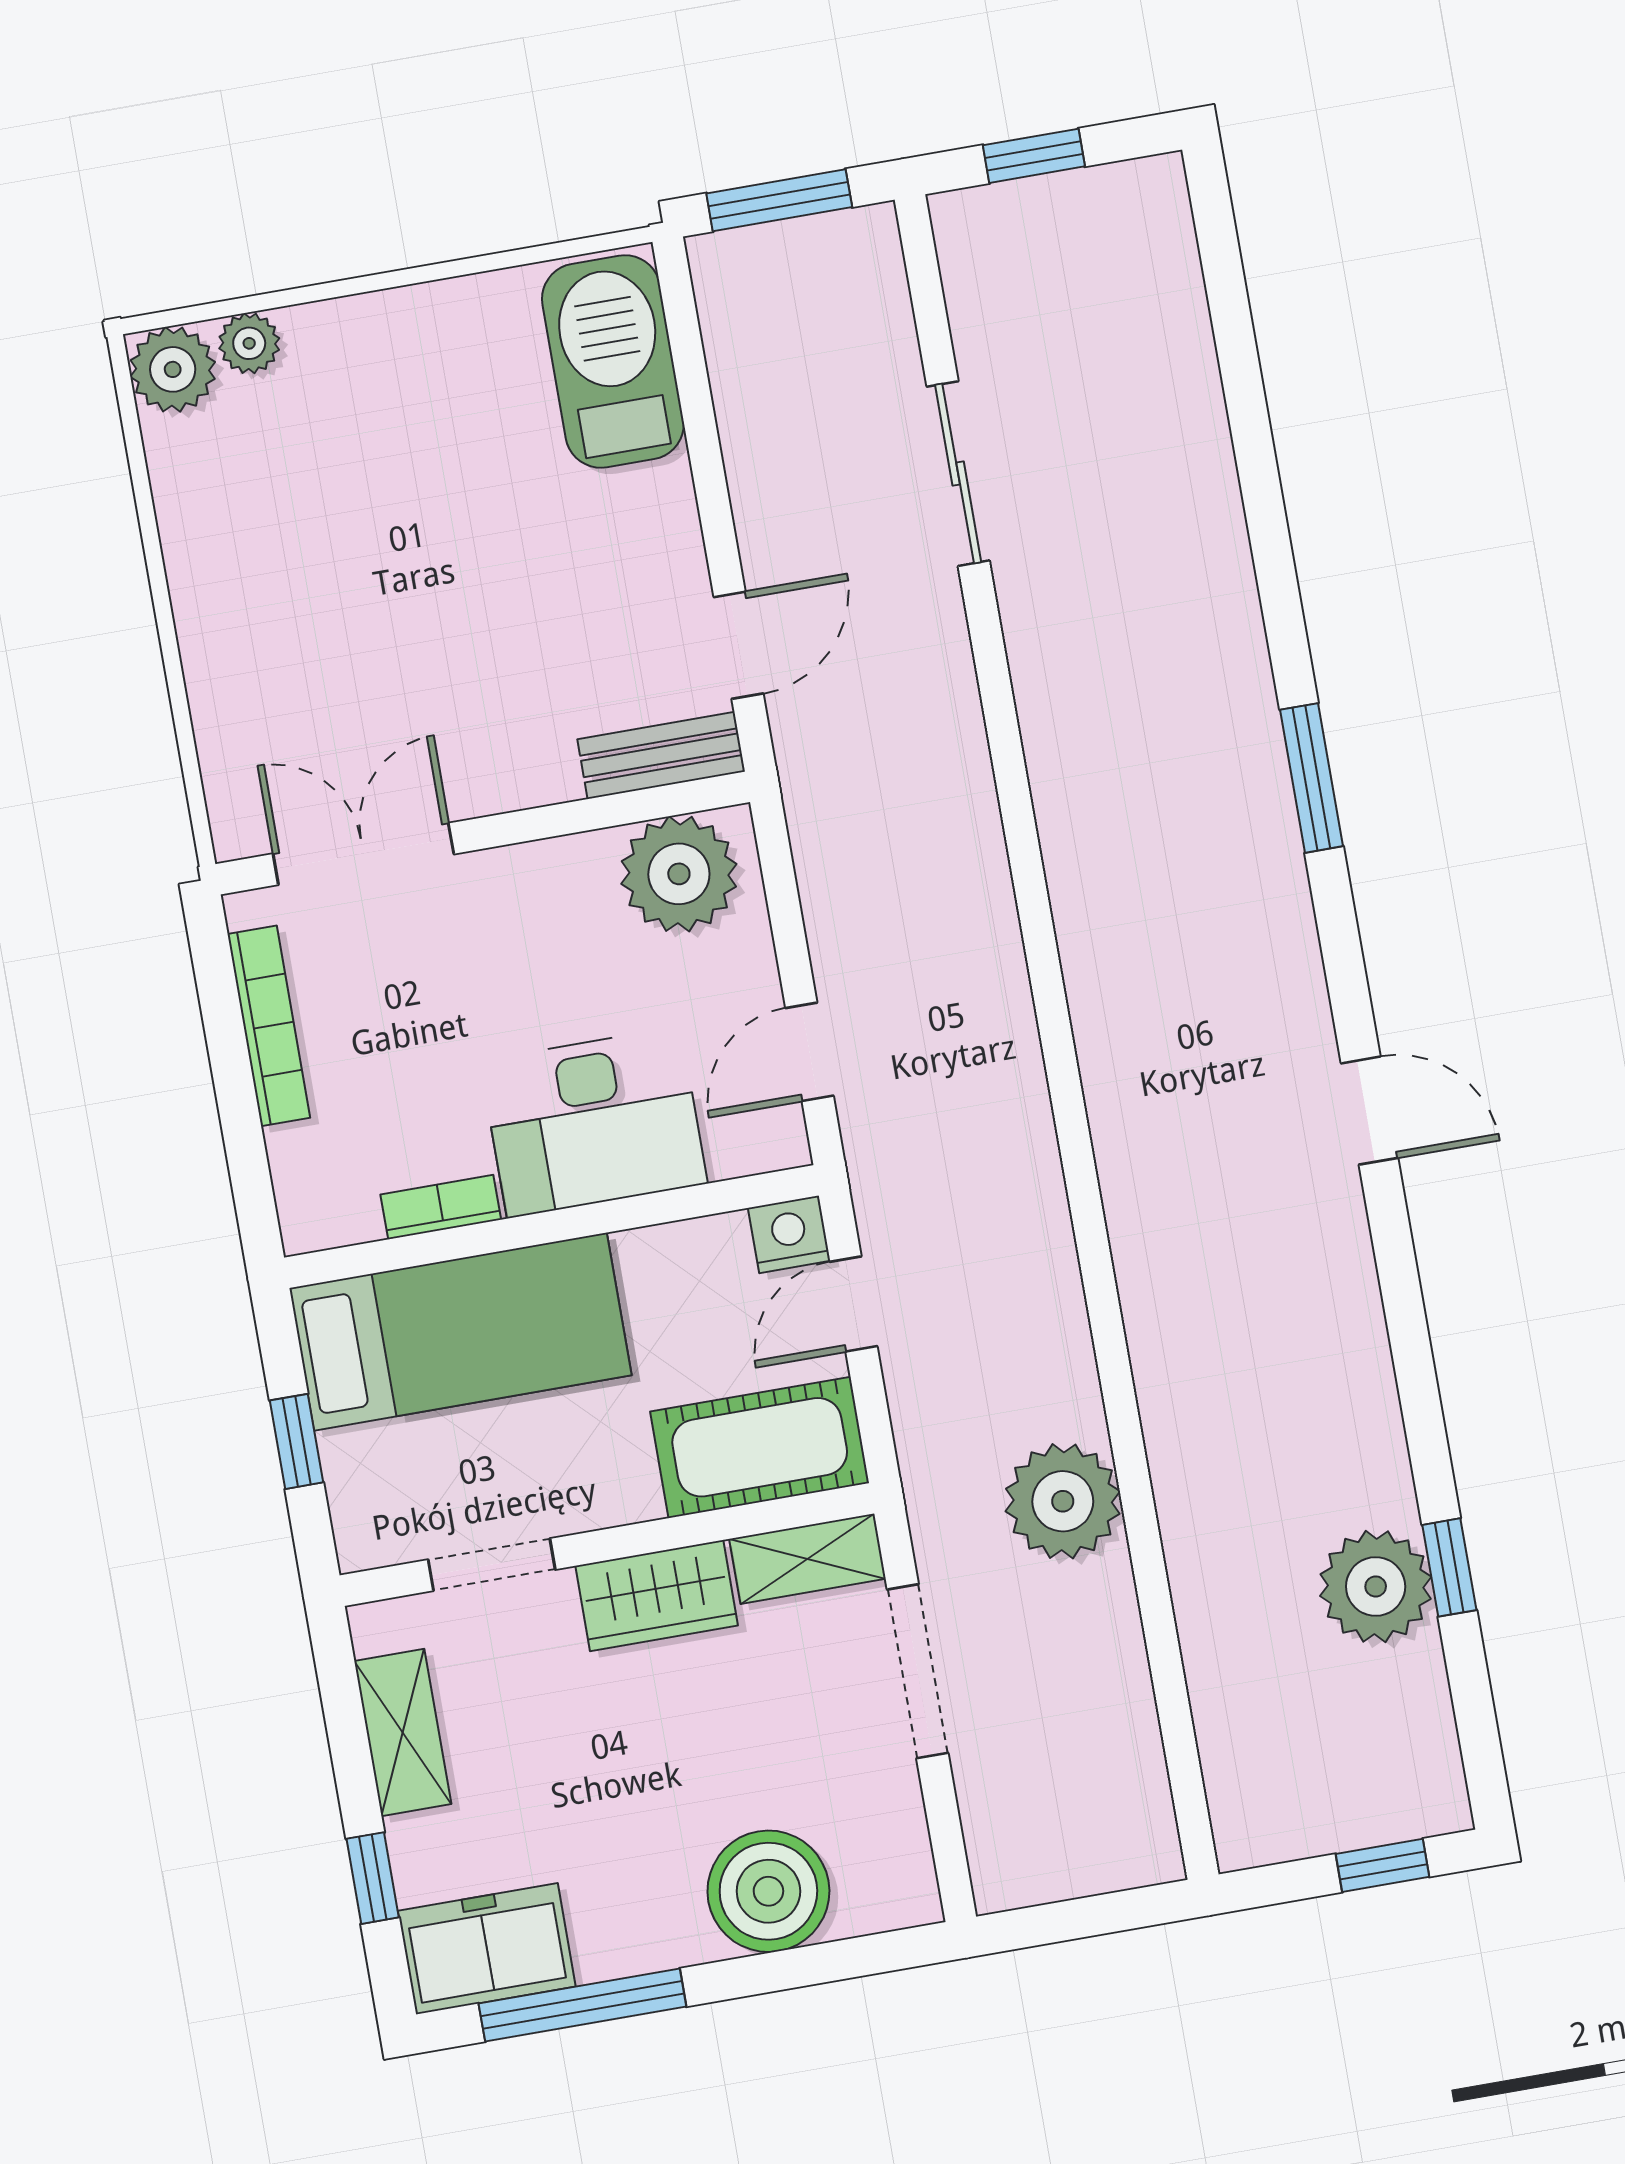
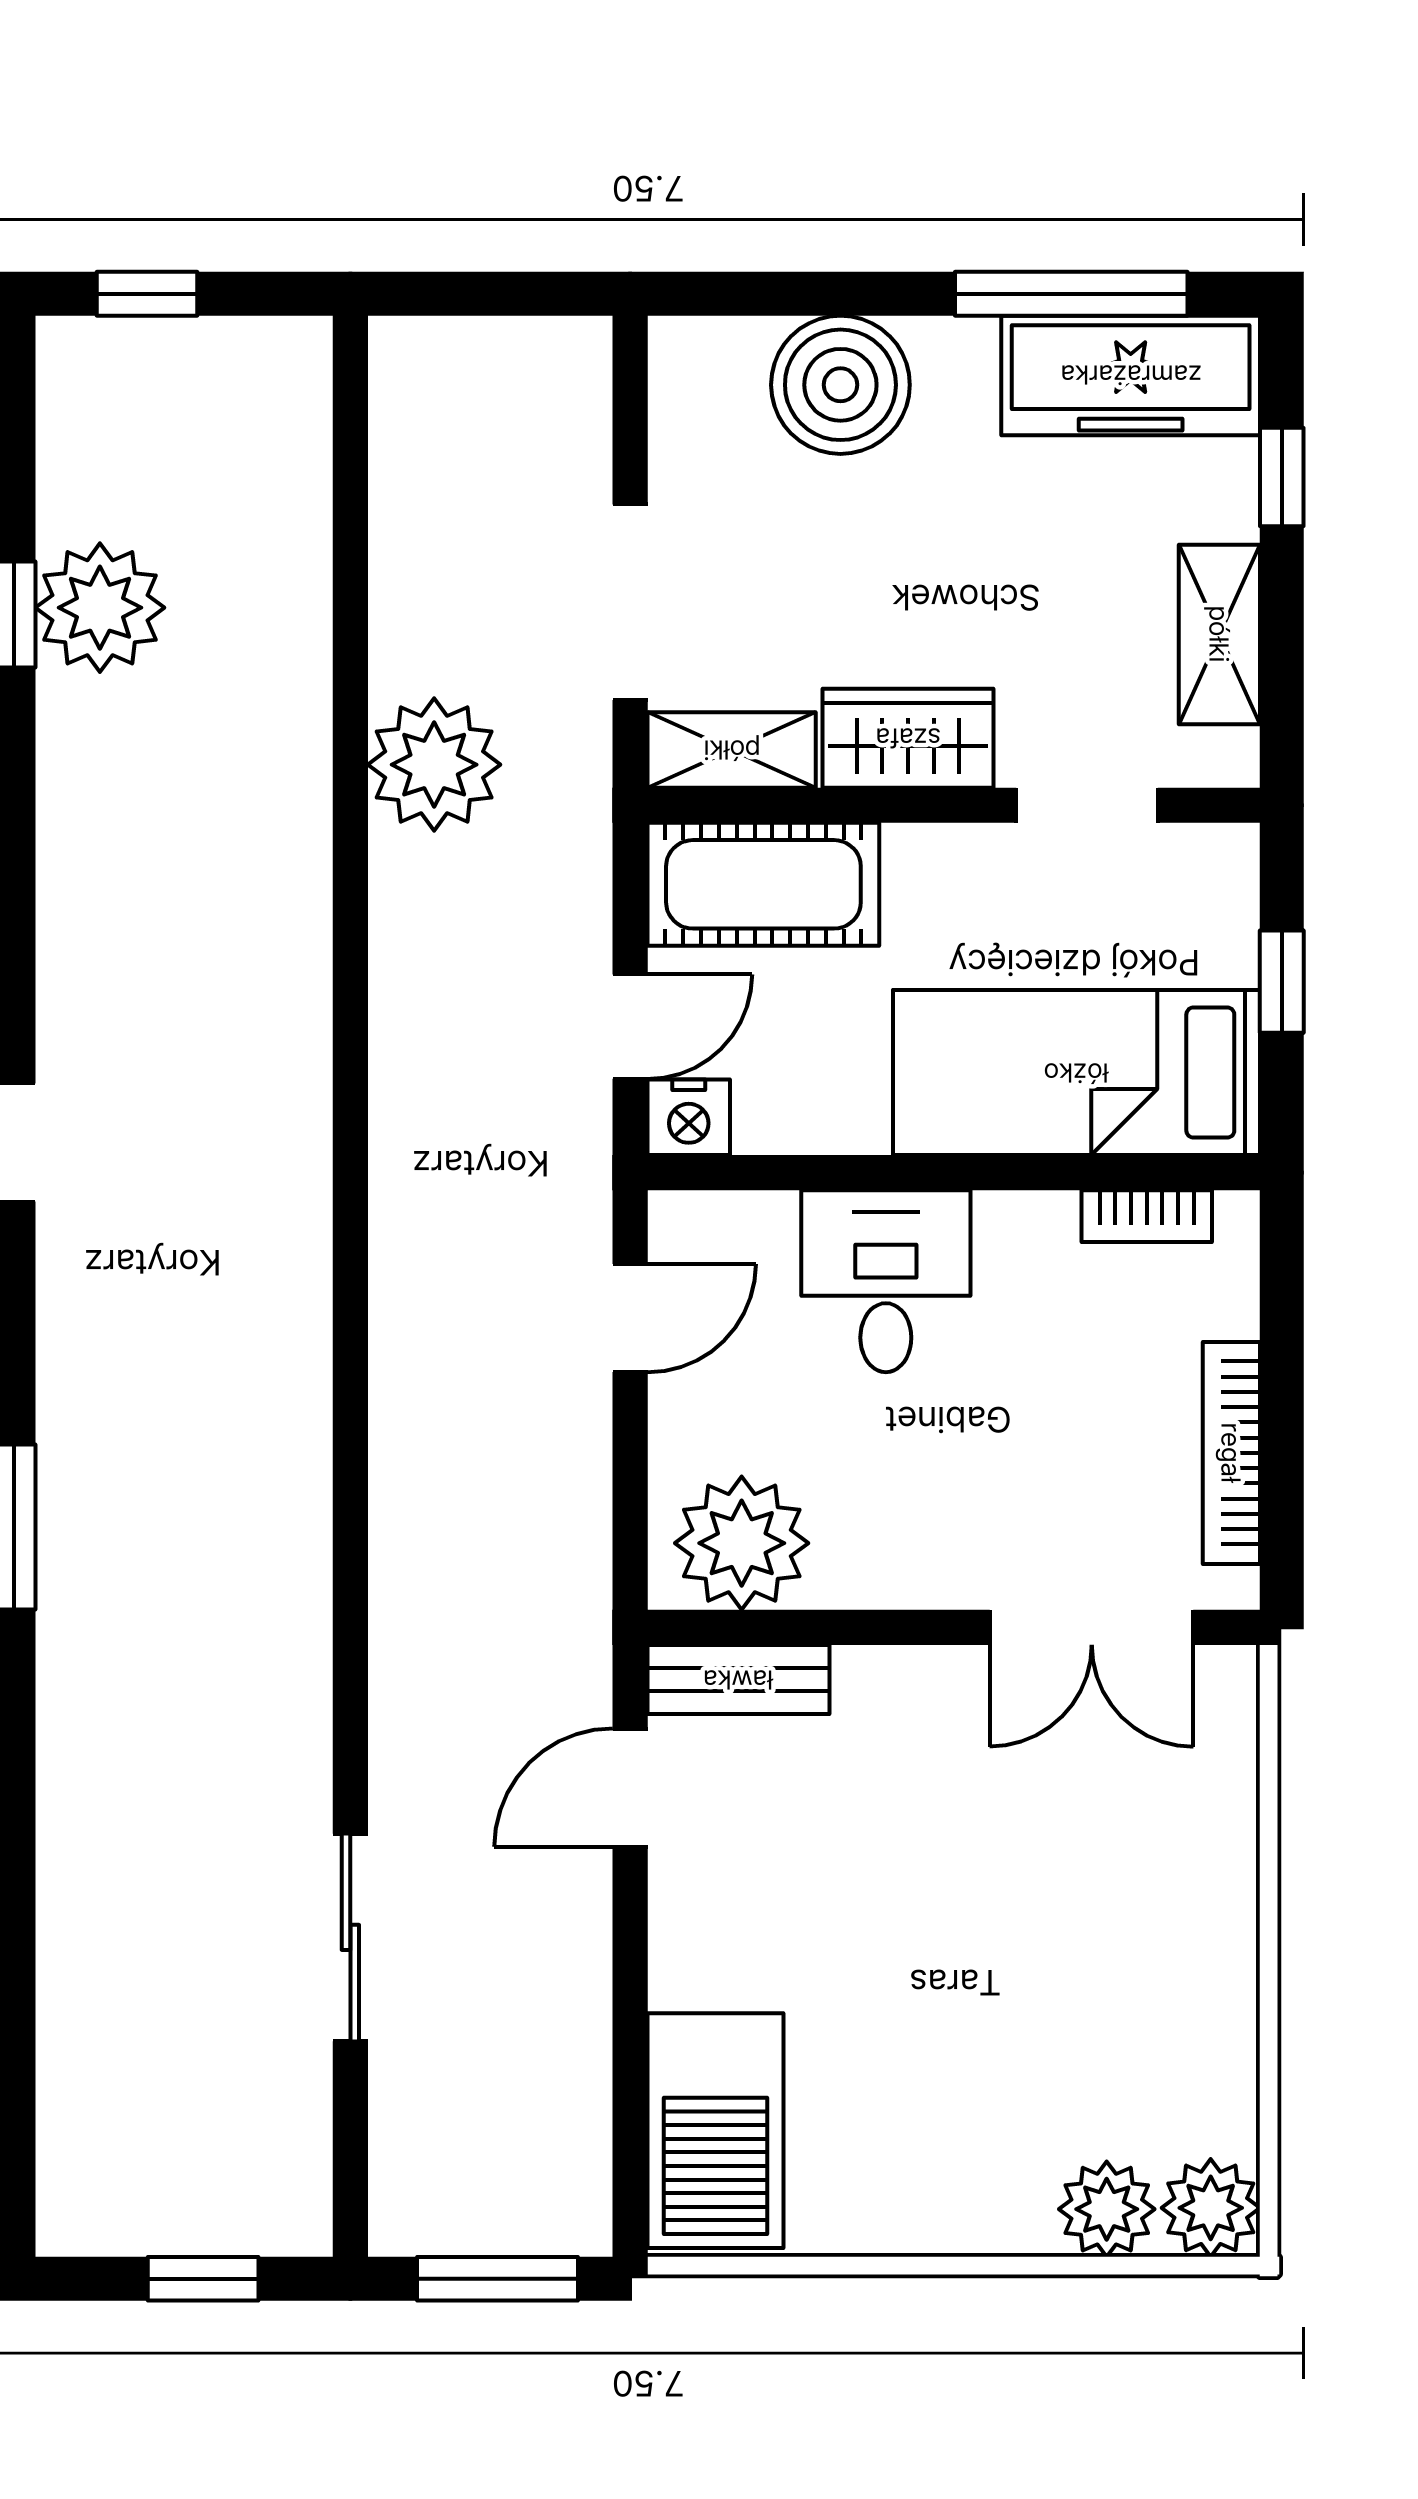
plant: (249, 343) -> (1107, 2209), width x1.38, depth x1.38
desk: (594, 1122) -> (886, 1281), width x0.73
bookcase: (441, 1207) -> (1147, 1216), moved
freezer: (487, 1949) -> (1131, 375), width x1.40

